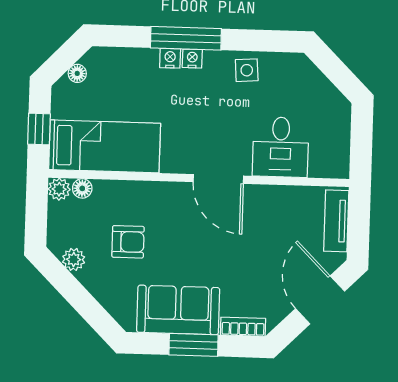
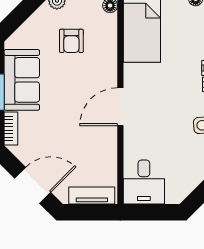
desk: (281, 147) -> (144, 182), moved, turned -90

